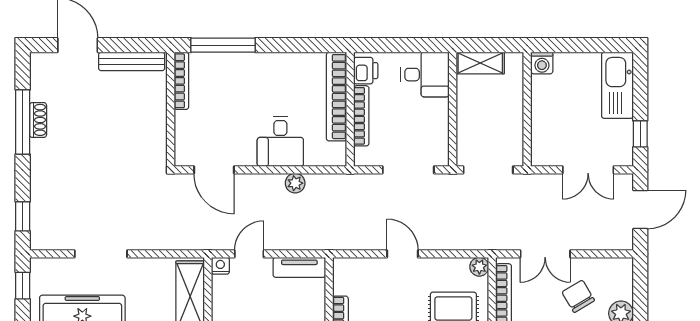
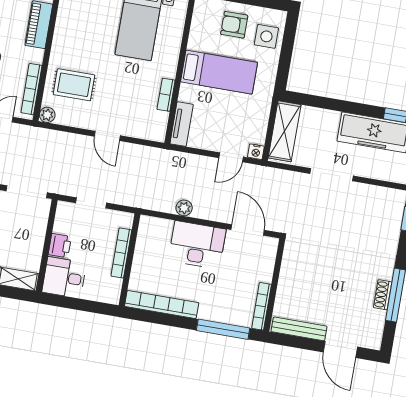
printer: (366, 71) -> (60, 246), moved, turned 180
bookcase: (336, 97) -> (162, 304), moved, turned -90
desk: (280, 141) -> (197, 245), width x1.37
doorway: (408, 170) -> (91, 203), width x0.73
doorway: (101, 254) -> (331, 175), moved
tv unit: (299, 267) -> (182, 124), moved, turned 90

